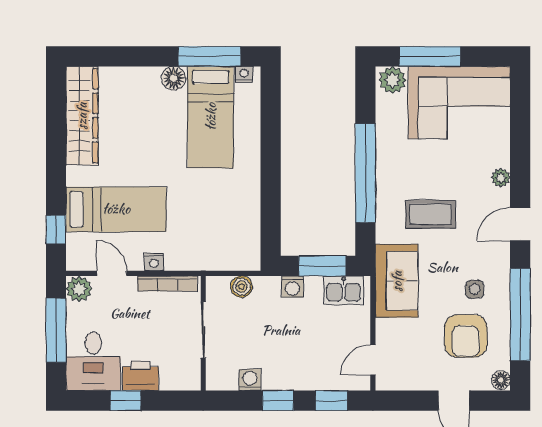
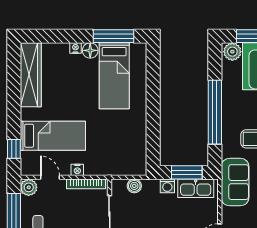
nightstand: (244, 74) -> (75, 48), moved
kitchen sink: (344, 290) -> (196, 188), width x1.38

